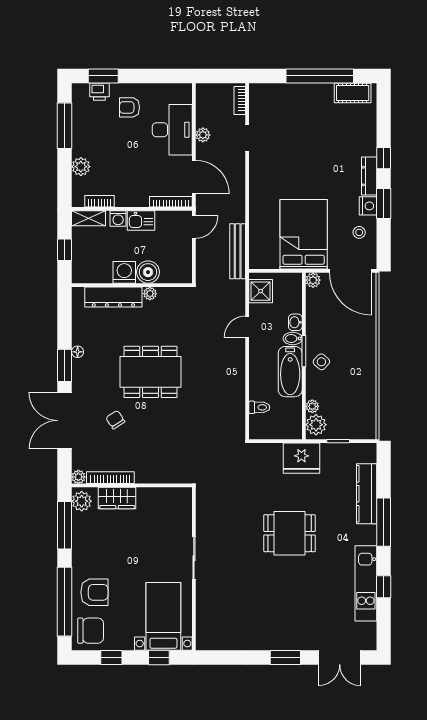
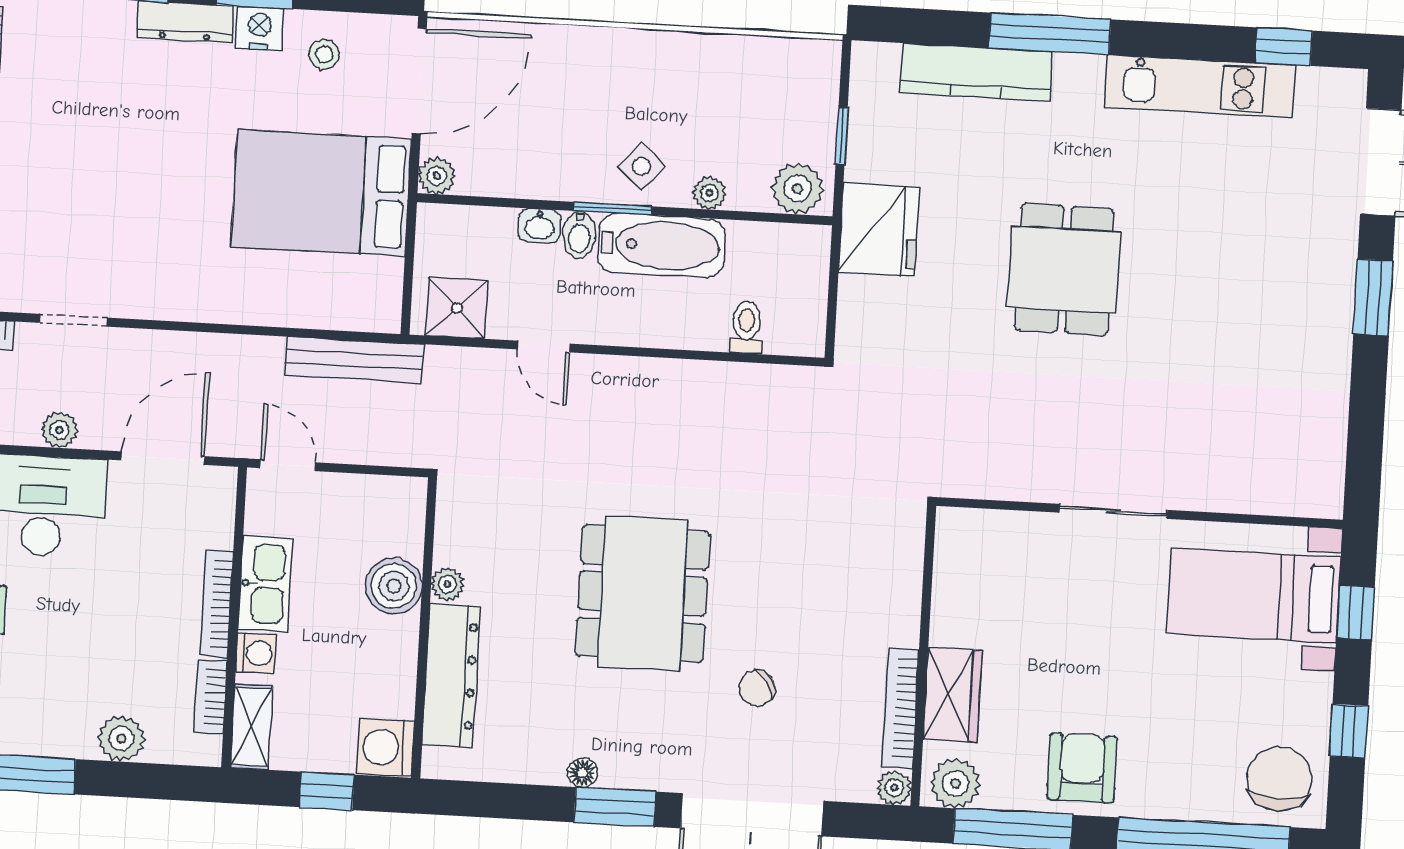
bookcase: (171, 202) -> (217, 604), moved
kitchen sink: (141, 221) -> (265, 584), width x1.38
washing machine: (124, 272) -> (385, 747), moved
plant: (312, 406) -> (709, 193), moved
window: (384, 587) -> (1284, 47), moved
armchair: (94, 592) -> (1082, 768), moved

